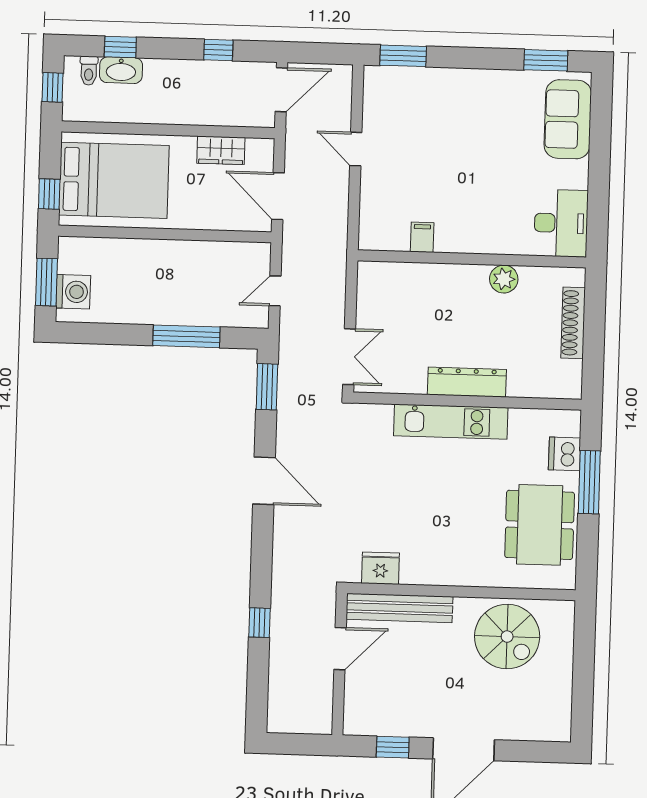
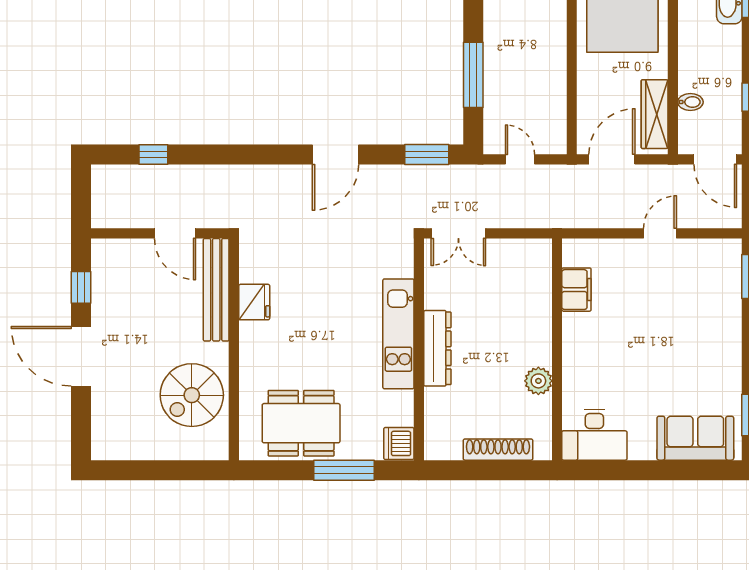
bidet: (221, 113) -> (690, 102), added
wardrobe: (221, 150) -> (655, 114), width x1.50
filing cabinet: (422, 237) -> (576, 290), width x2.00
dishwasher: (565, 454) -> (399, 443), moved, turned -90
fridge: (380, 568) -> (254, 302), moved
window: (259, 623) -> (153, 154), moved

